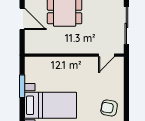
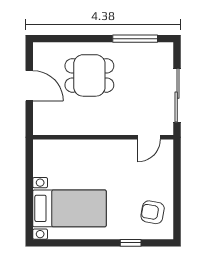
window: (22, 86) -> (29, 181), removed

